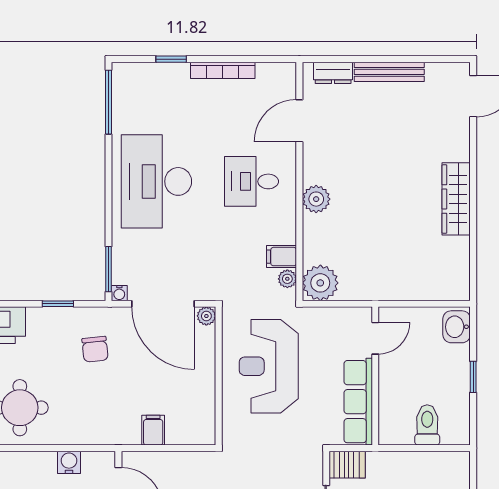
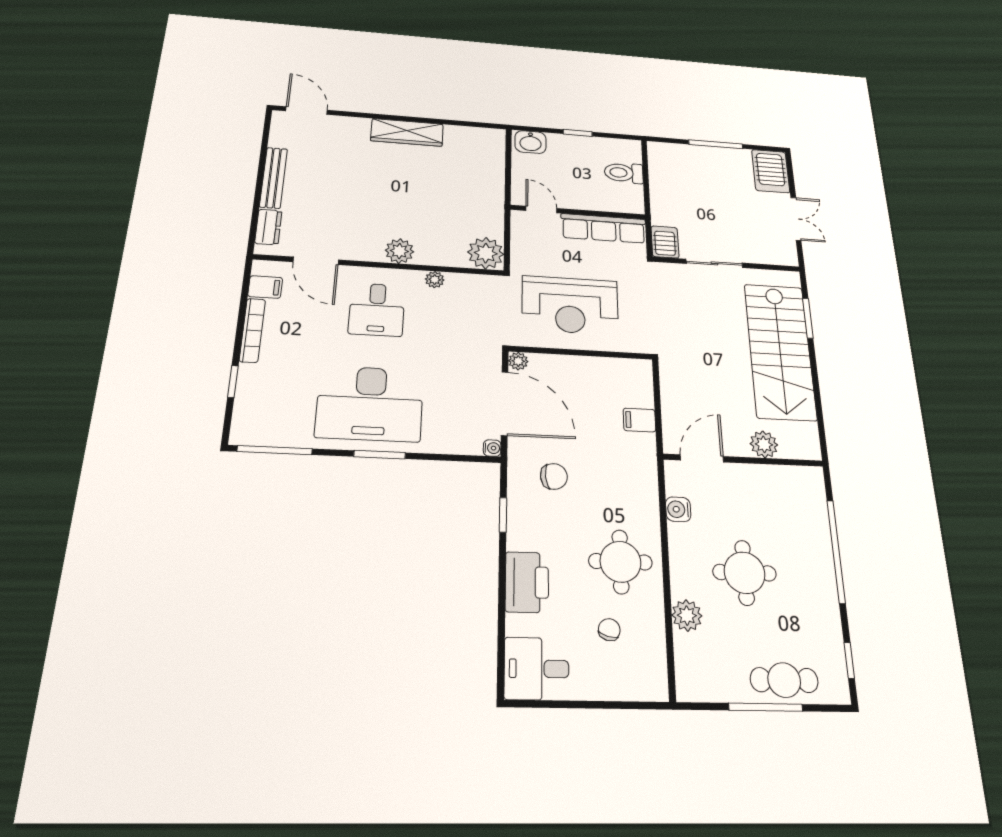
filing cabinet: (282, 257) -> (265, 287), moved, turned -90
window: (109, 269) -> (380, 455), moved
plant: (287, 279) -> (435, 280), moved
door: (163, 304) -> (505, 403), hinge flipped

